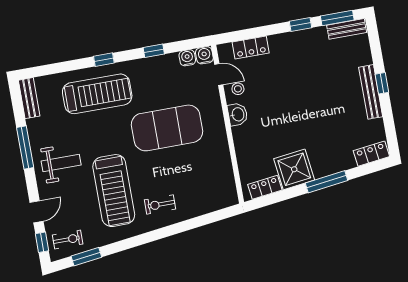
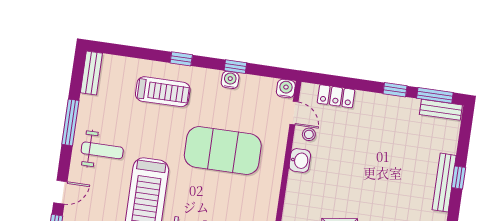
water cooler: (187, 58) -> (230, 80), moved
treadmill: (97, 94) -> (163, 92), width x0.73, depth x0.73

